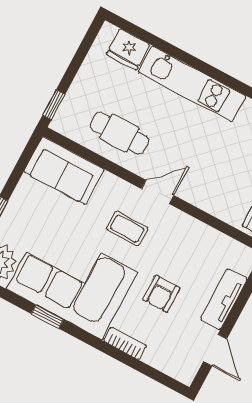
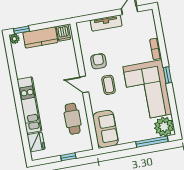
window: (54, 105) -> (68, 157), moved
armchair: (161, 294) -> (98, 61), moved, turned -90
window: (47, 317) -> (167, 75), moved

